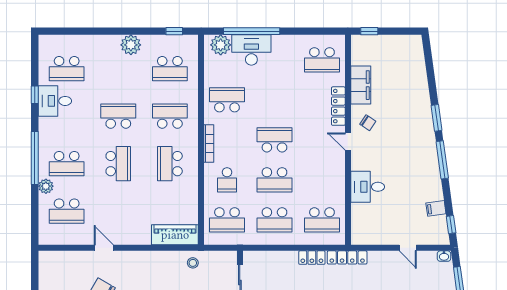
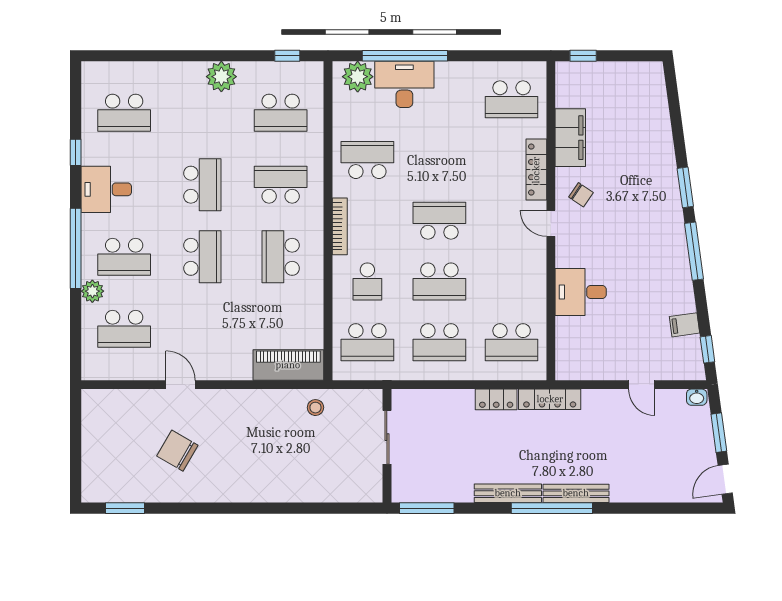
desk: (55, 101) -> (106, 189), moved
school desk: (118, 116) -> (202, 185), turned 90

